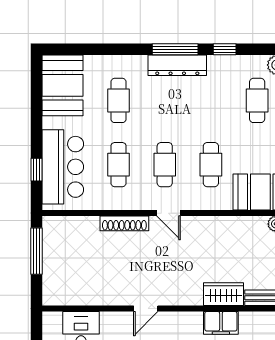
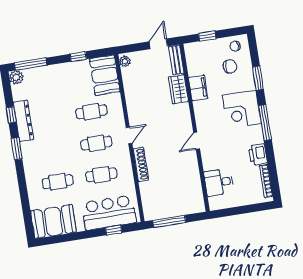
window: (175, 49) -> (17, 149), width x0.69
dresser: (177, 65) -> (23, 121), moved
cafe table: (257, 100) -> (43, 87), removed
door: (146, 308) -> (197, 141), swing flipped

